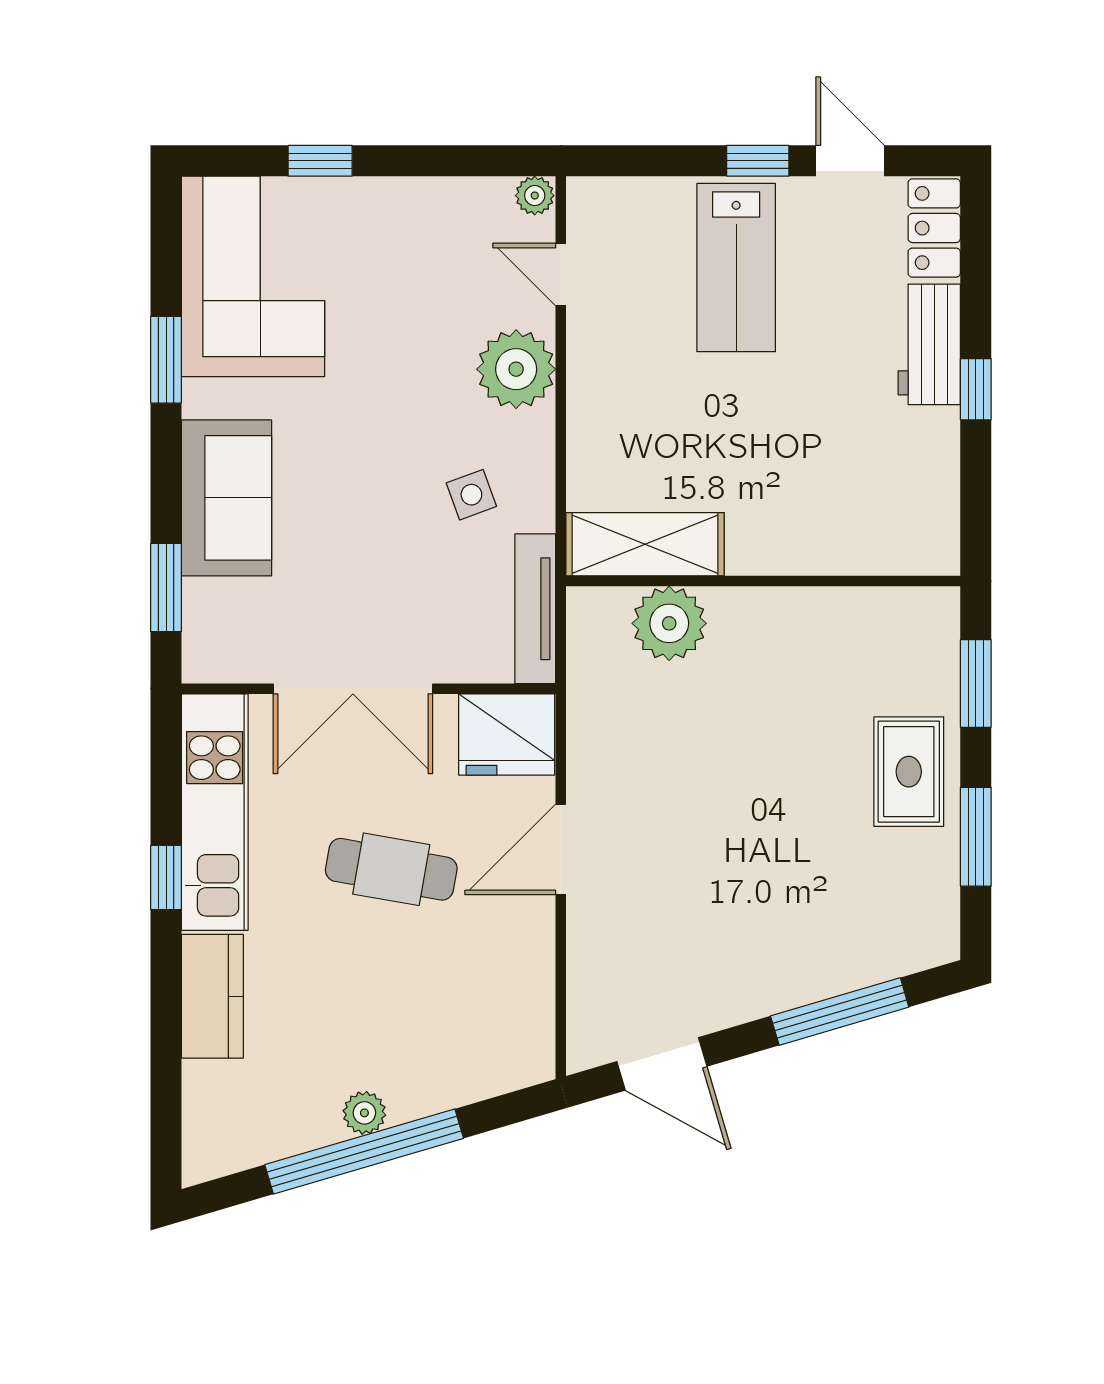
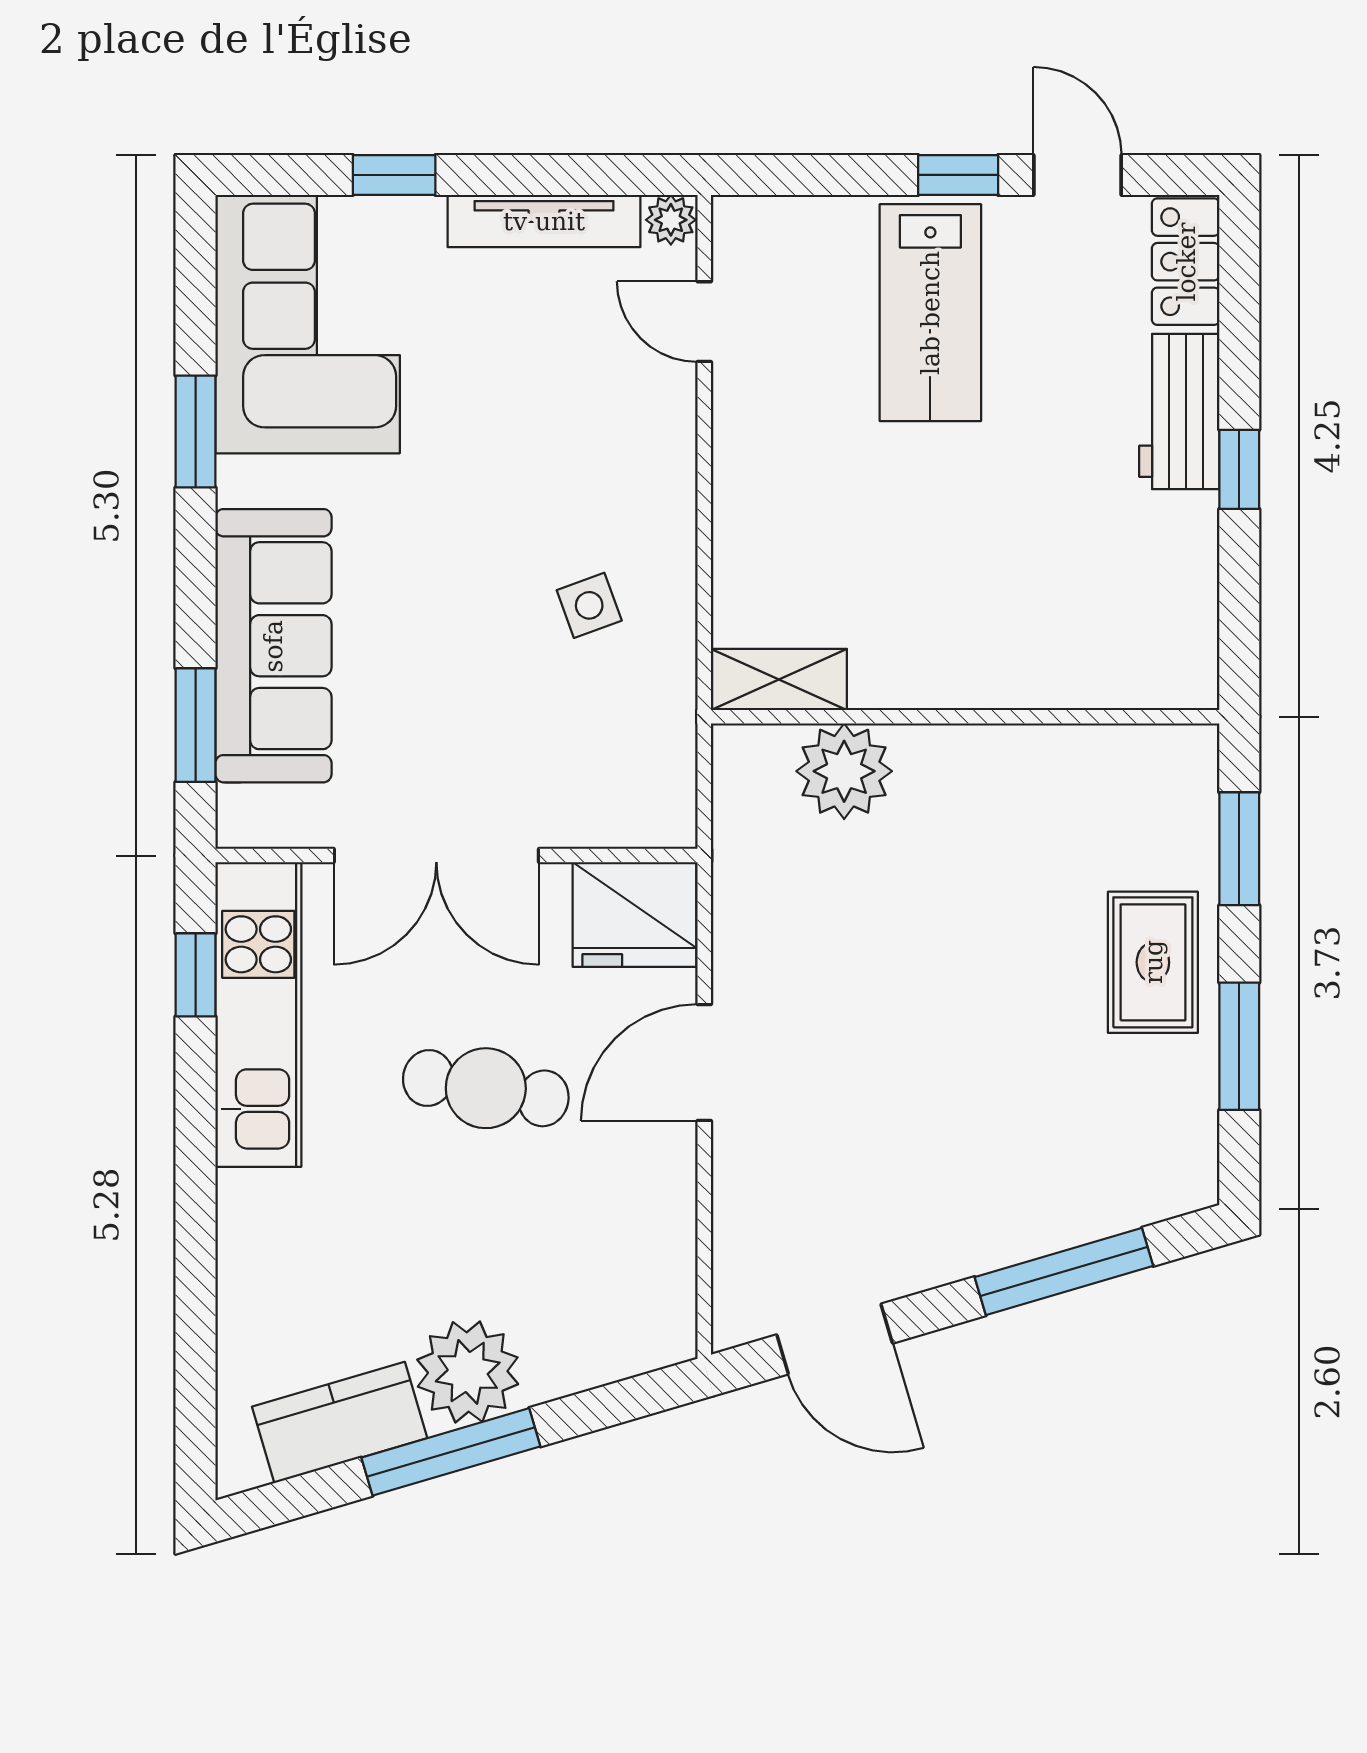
plant: (516, 369) -> (647, 444), removed
sofa: (226, 498) -> (273, 646), width x1.36
shelving: (645, 544) -> (779, 679), width x0.67, depth x0.75
tv unit: (535, 609) -> (544, 221), moved, turned -90
window: (166, 877) -> (196, 975), moved
kitchen counter: (212, 996) -> (340, 1422), moved, turned -106
plant: (364, 1113) -> (468, 1372), width x1.88, depth x1.88
window: (364, 1151) -> (451, 1452), width x0.68

